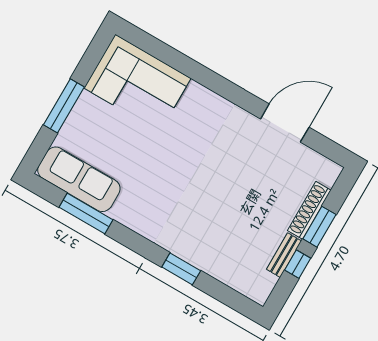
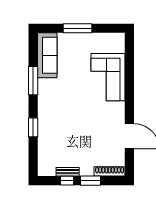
corner sofa: (137, 83) -> (108, 77), moved
shoe rack: (309, 210) -> (110, 171), moved
window: (86, 213) -> (33, 81), moved

